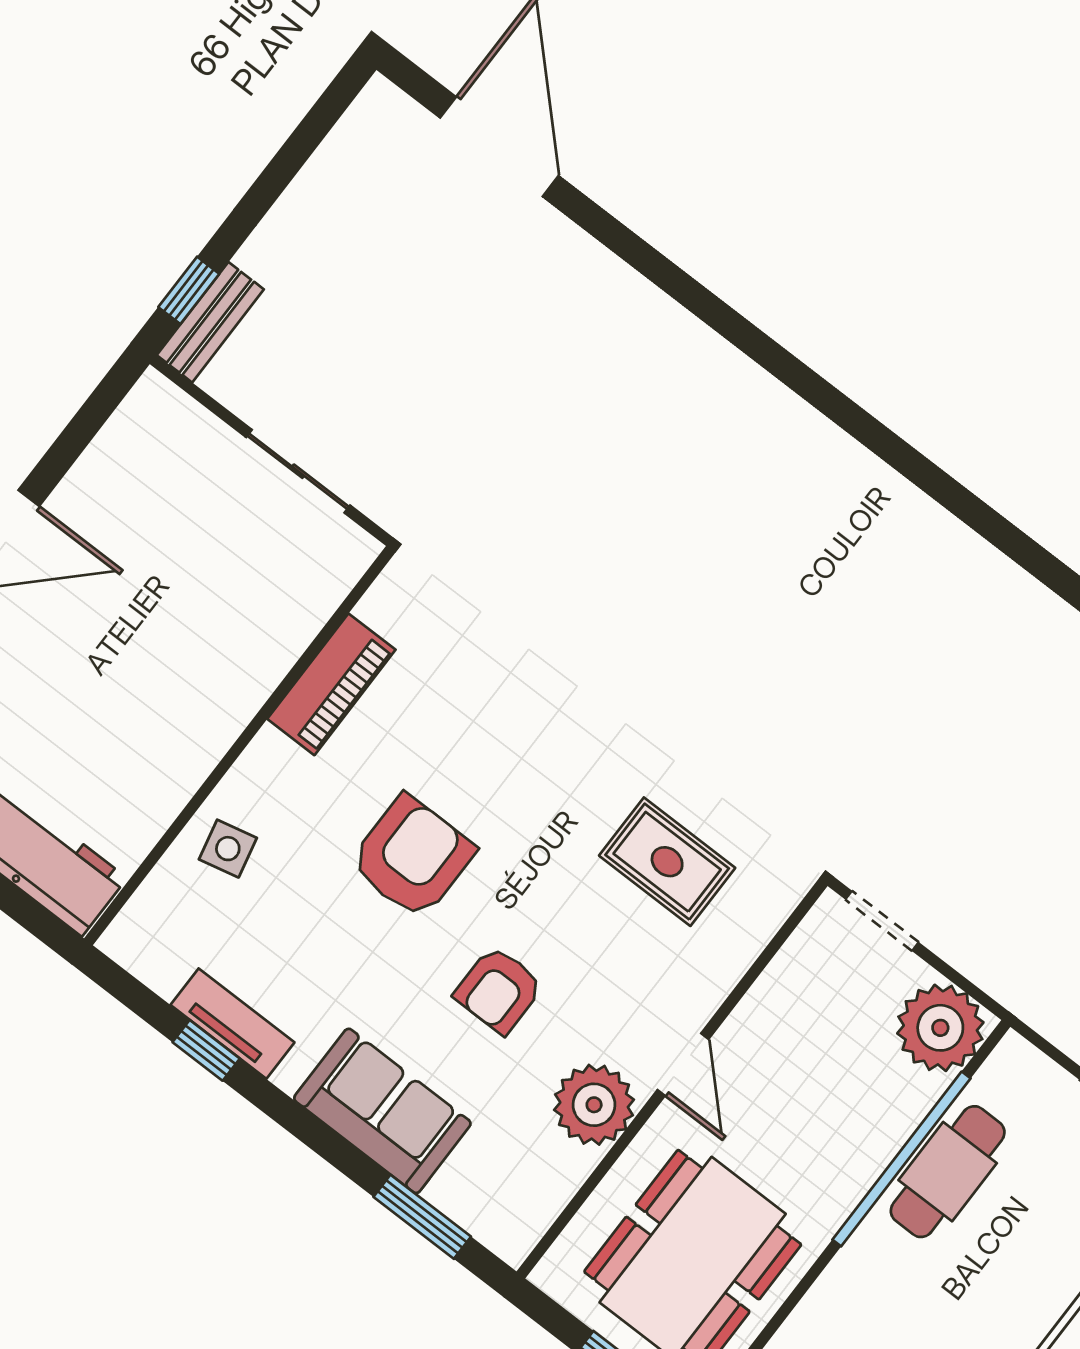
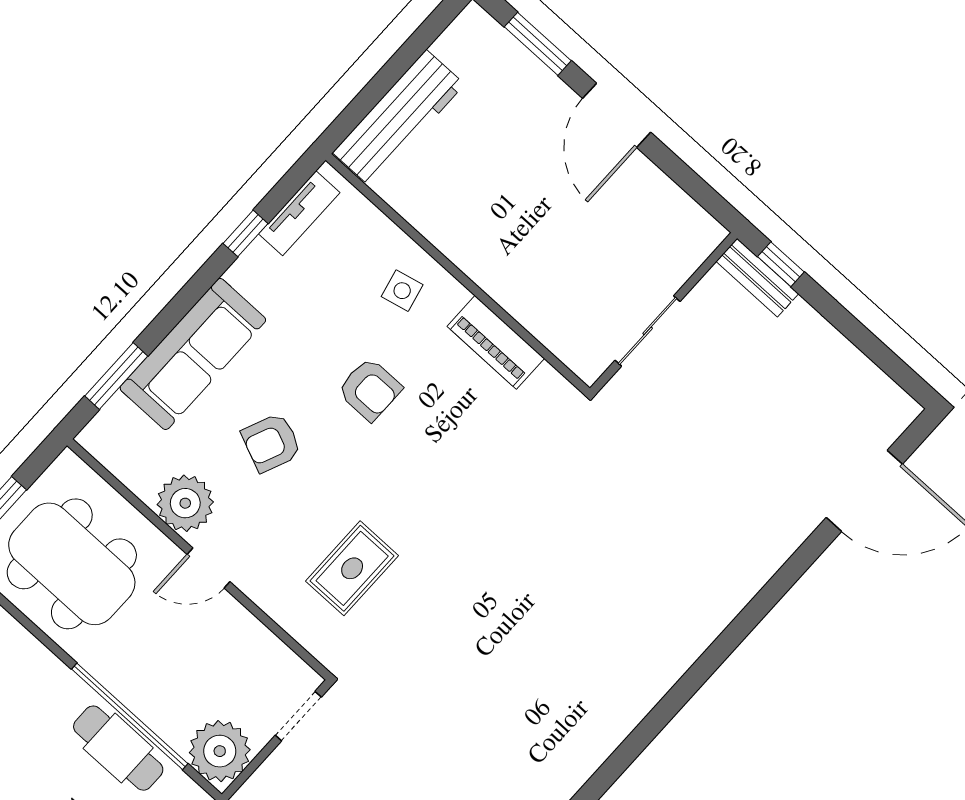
side table: (228, 849) -> (402, 291), moved
armchair: (412, 857) -> (370, 389), width x0.72, depth x0.72
armchair: (499, 990) -> (271, 443), turned -67
tv unit: (232, 1024) -> (299, 213), moved
sofa: (382, 1111) -> (193, 354), width x1.36

